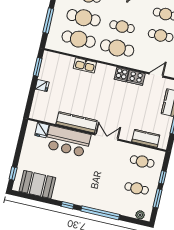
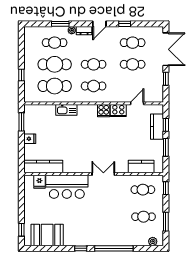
window: (48, 21) -> (21, 75), width x0.46
cafe table: (117, 48) -> (94, 86), width x0.73, depth x0.74
kitchen counter: (77, 122) -> (43, 167), moved
window: (162, 177) -> (166, 188), moved

